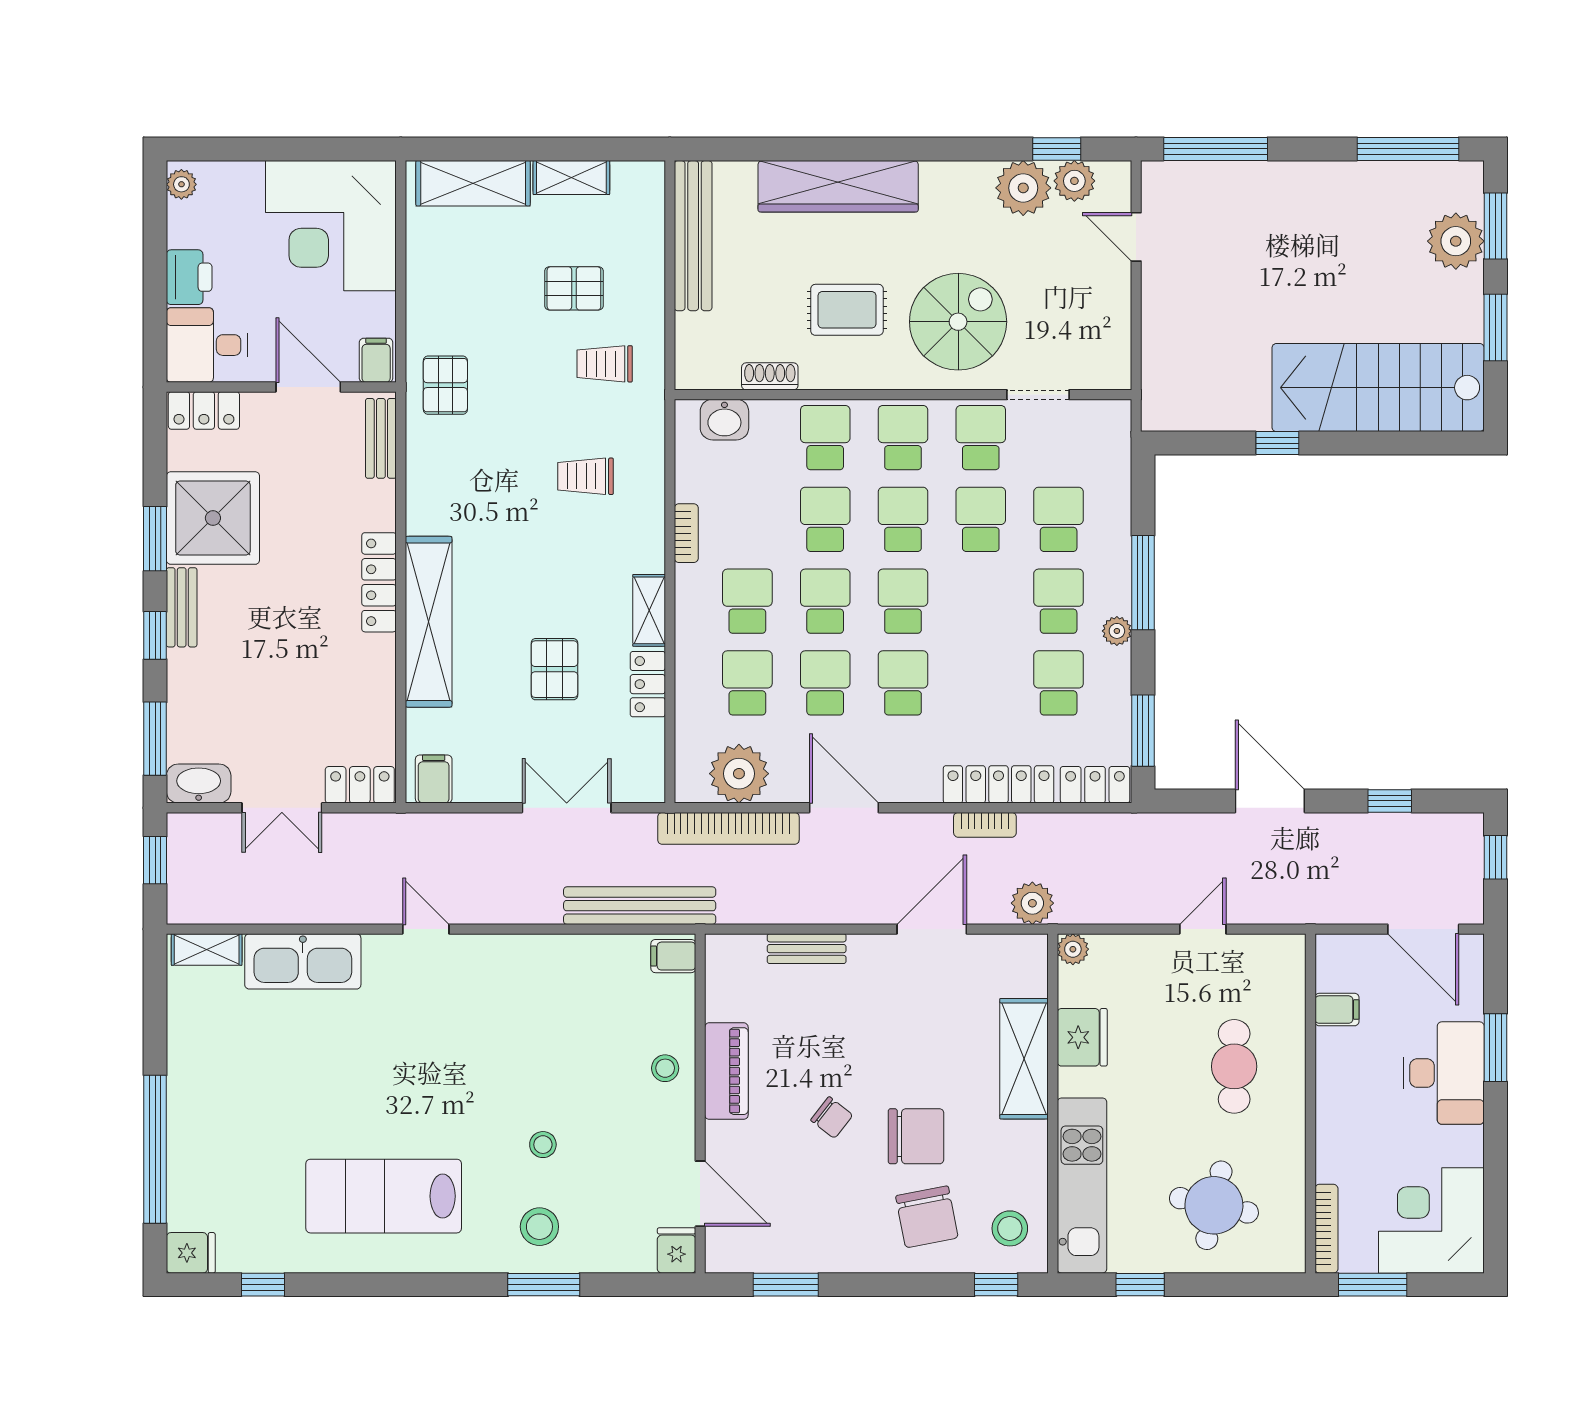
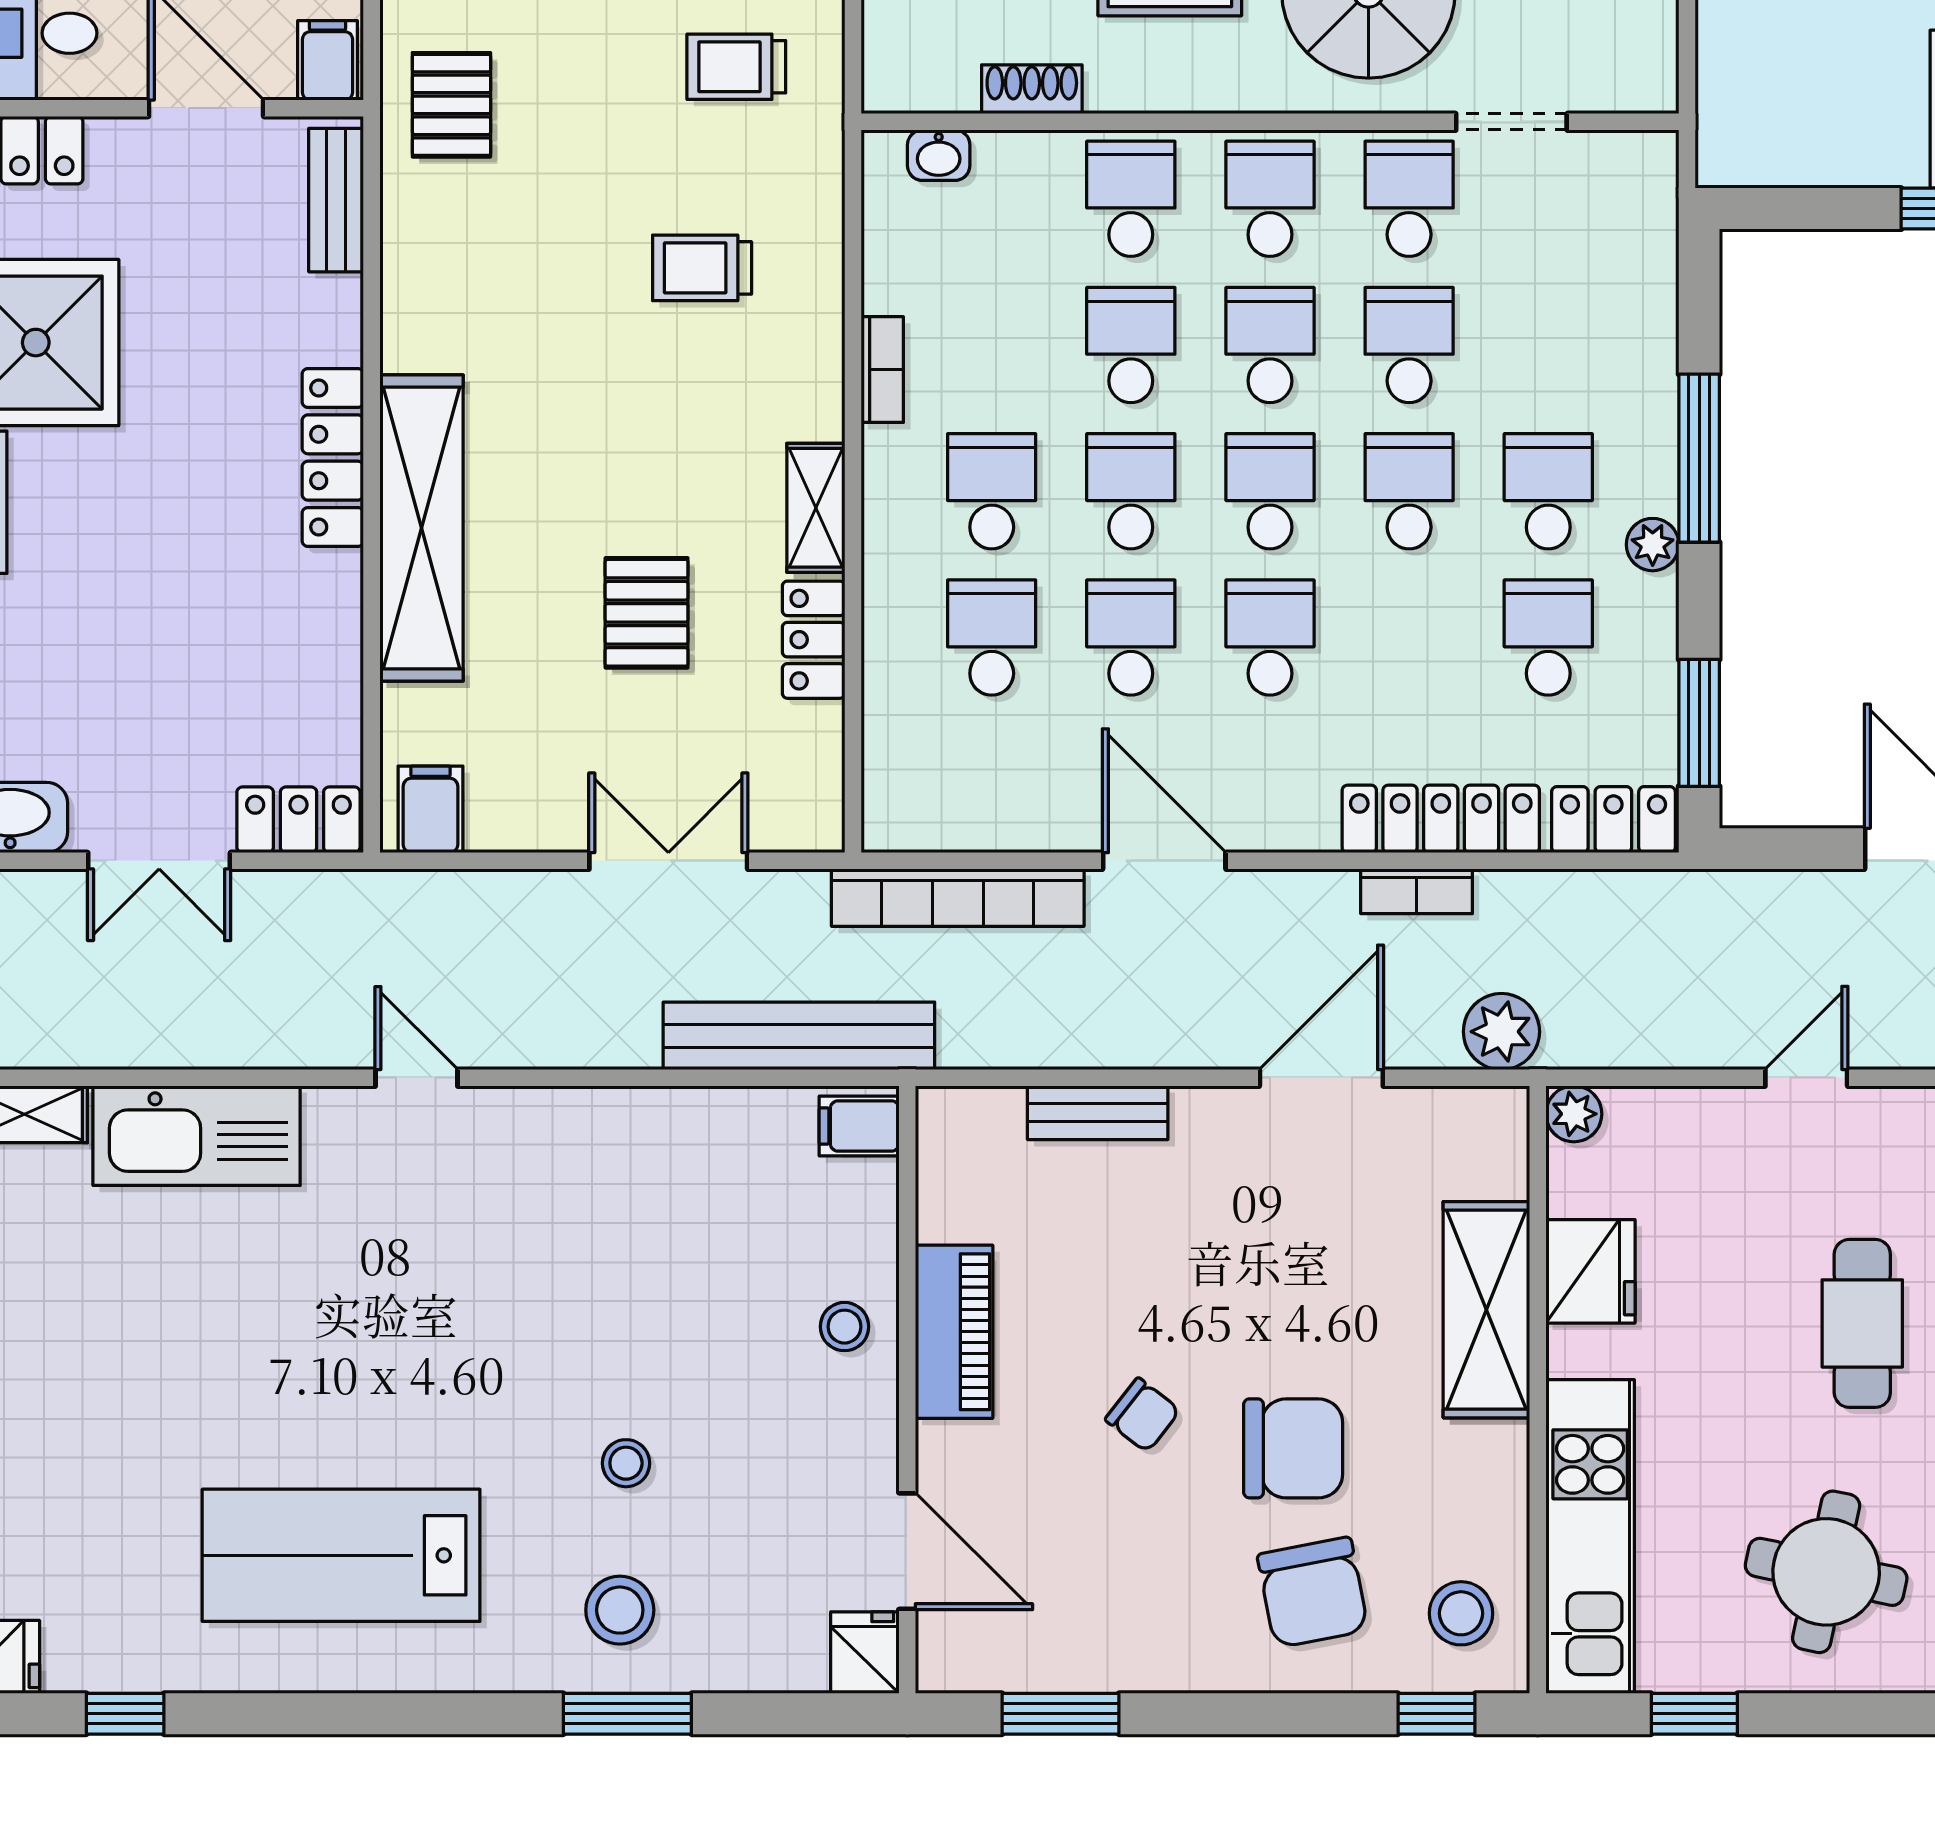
washbasin: (724, 420) -> (939, 155), width x0.72, depth x0.69
school desk: (1059, 519) -> (1409, 491), moved
plant: (739, 774) -> (977, 800), removed

